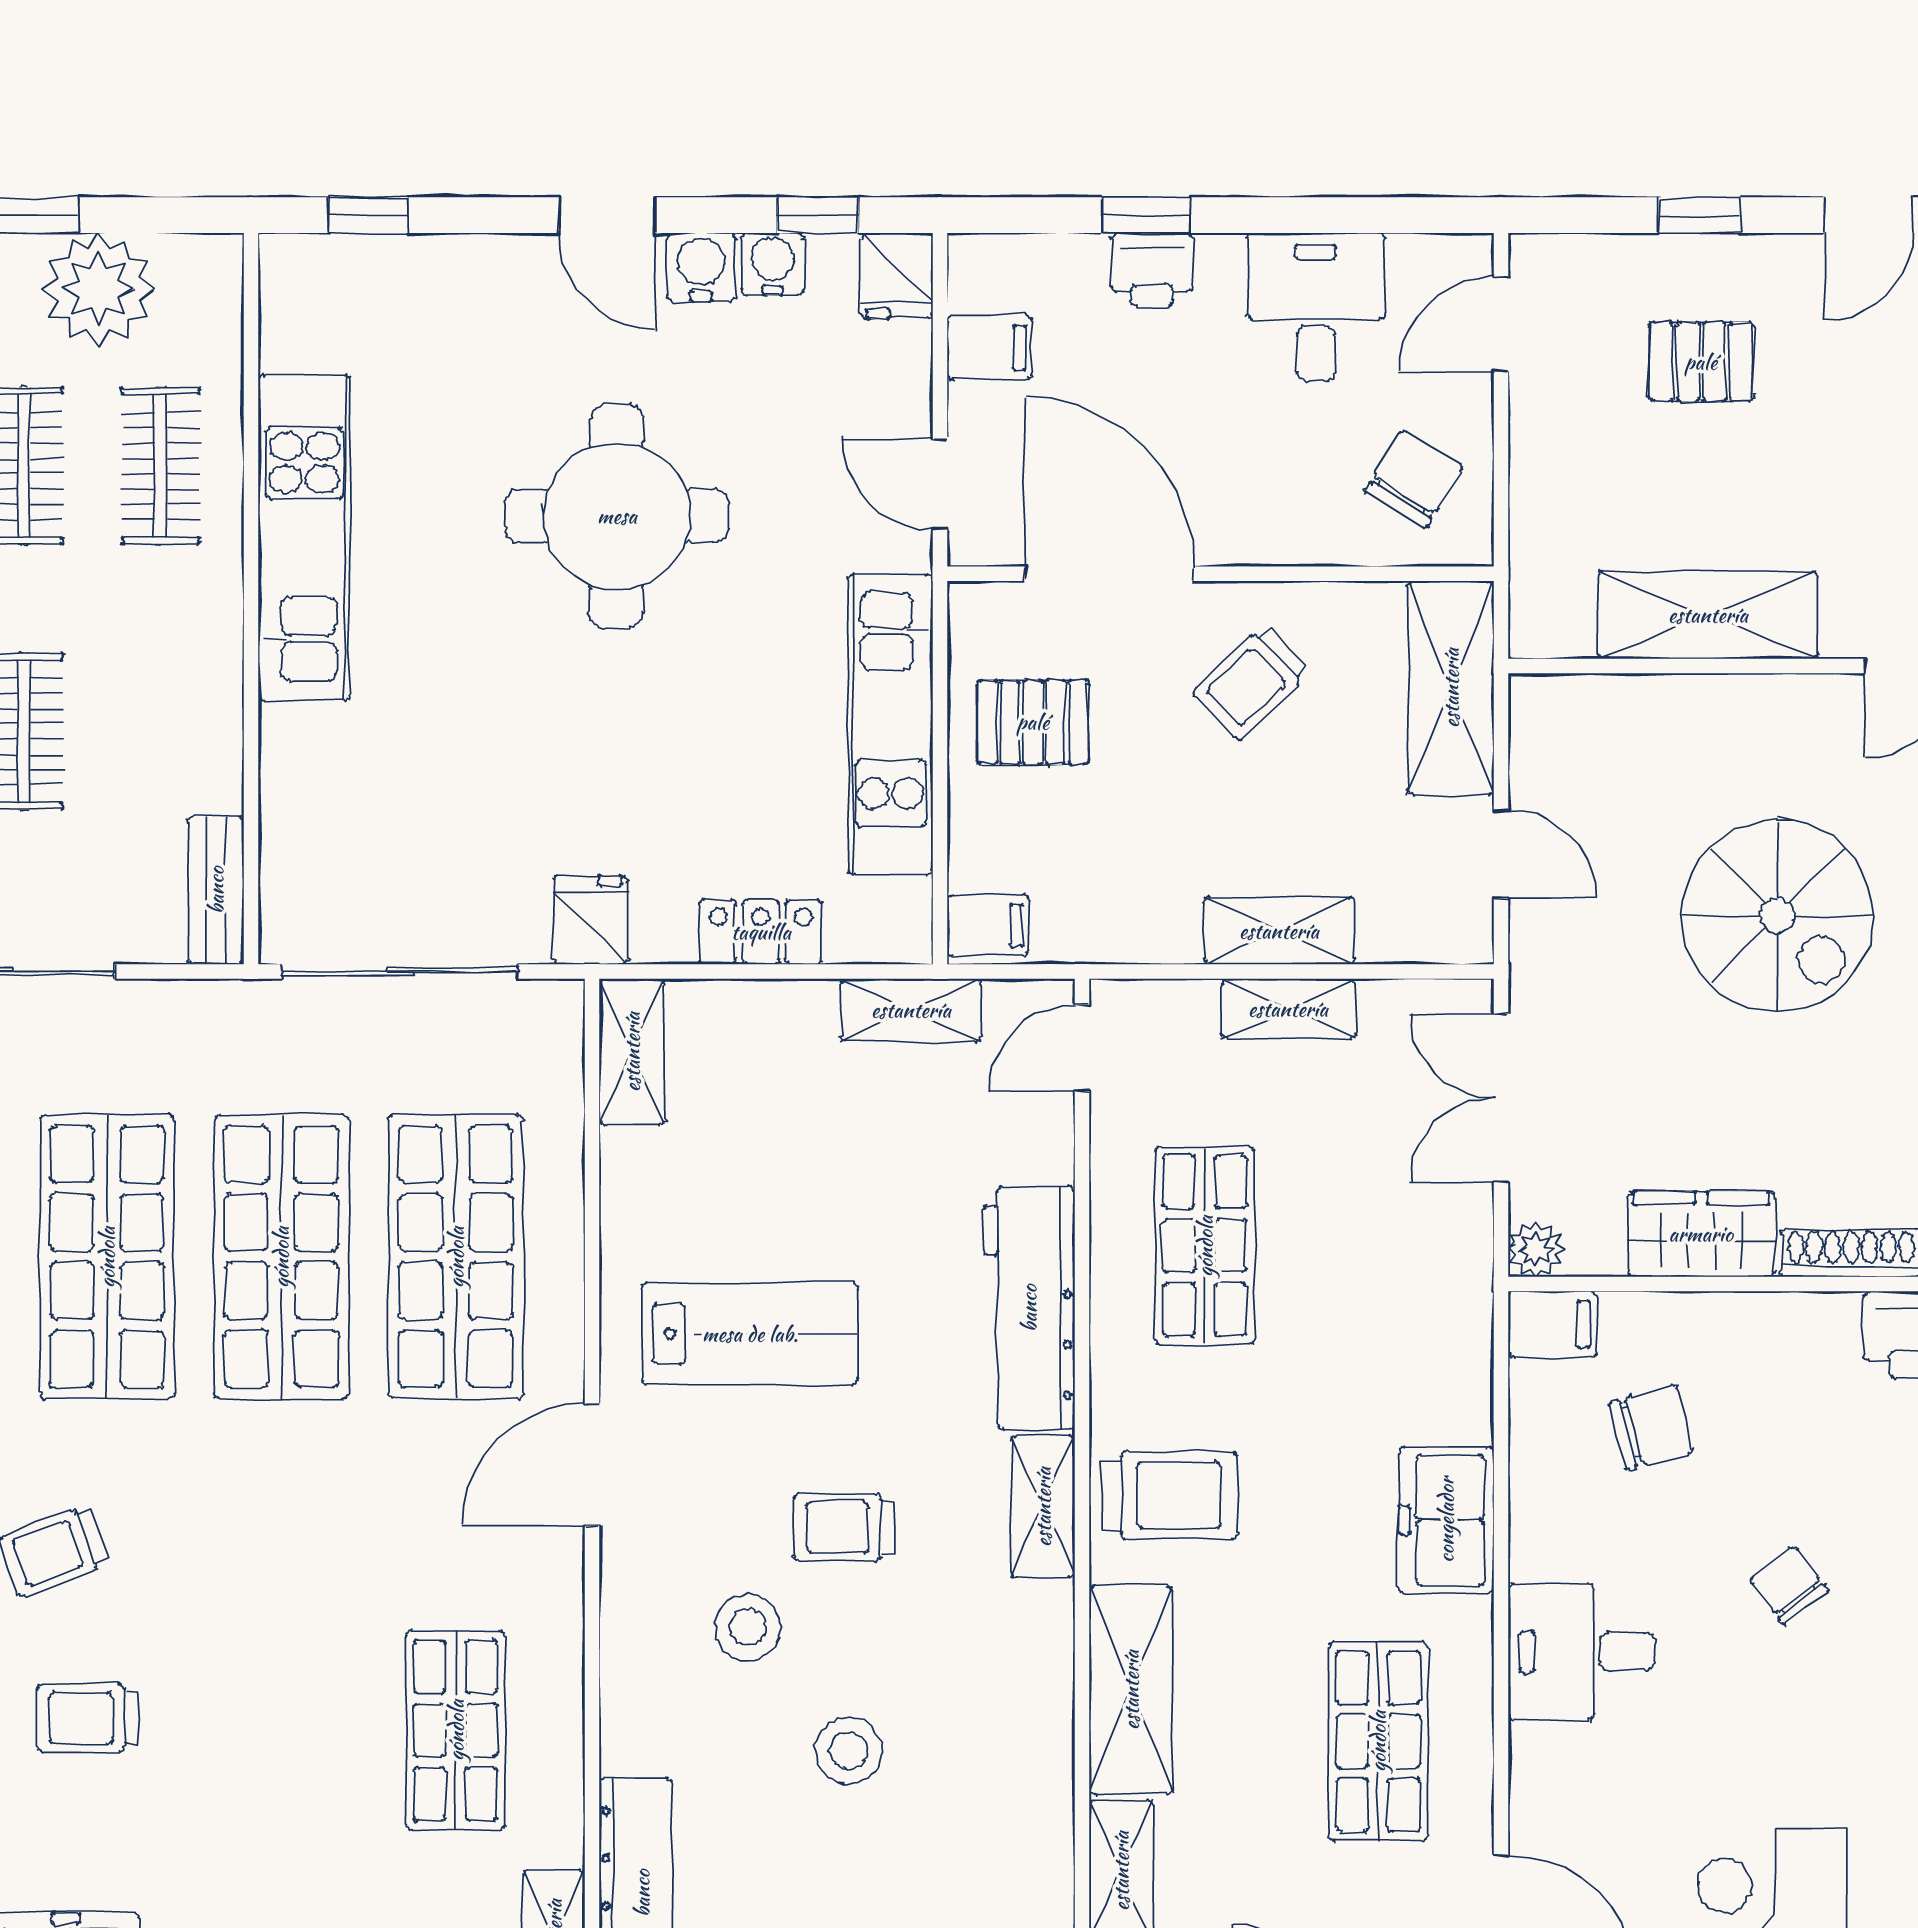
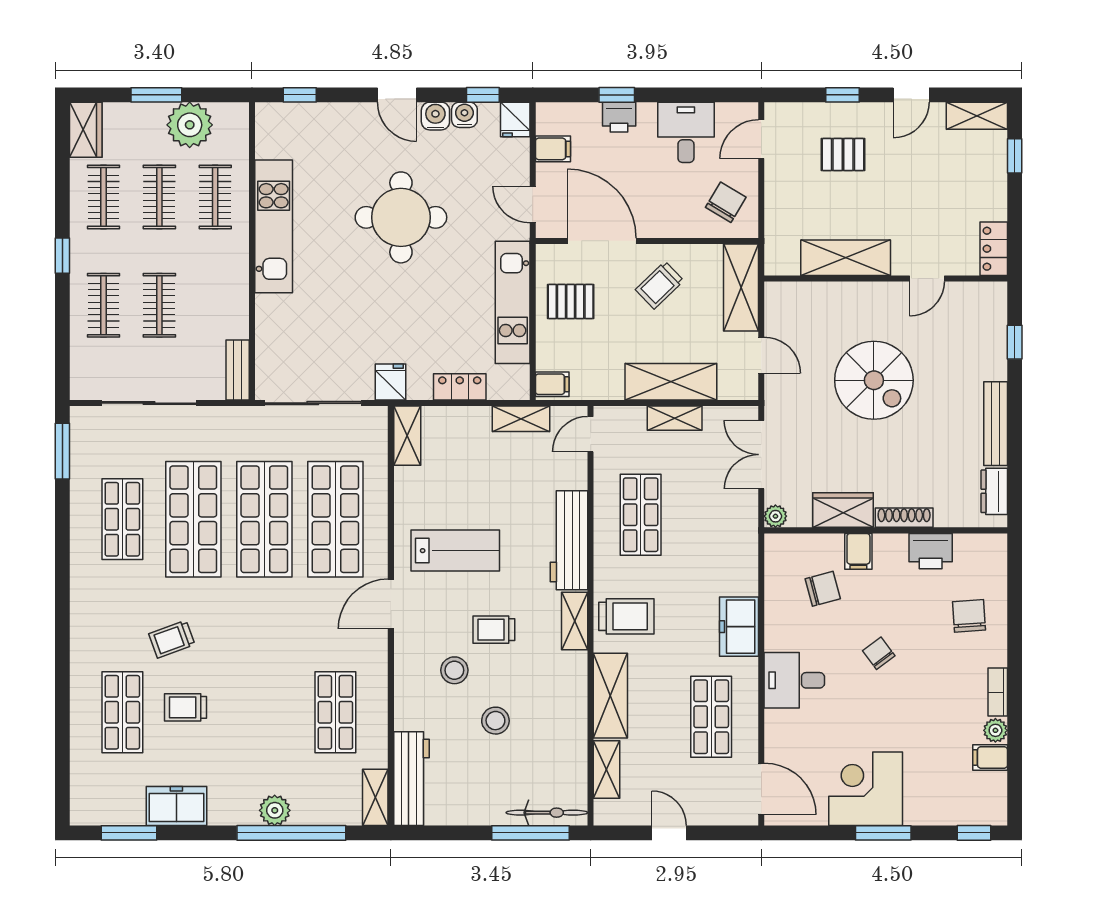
shelving: (1279, 931) -> (671, 382), width x1.50, depth x1.33
filing cabinet: (1552, 1324) -> (858, 551), moved, turned 90

